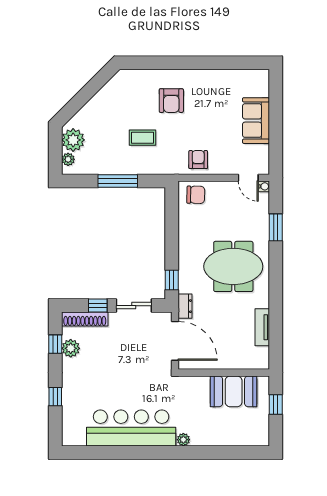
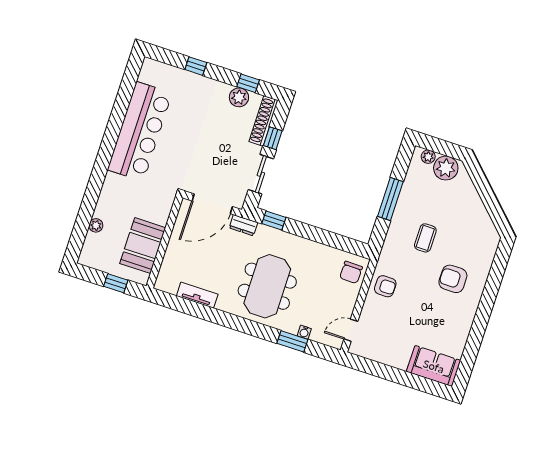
sofa: (256, 121) -> (434, 366), moved
water cooler: (264, 186) -> (304, 332), moved
plant: (183, 440) -> (96, 225), moved

